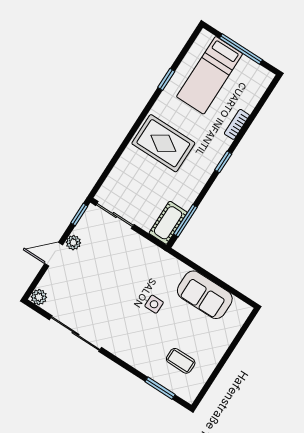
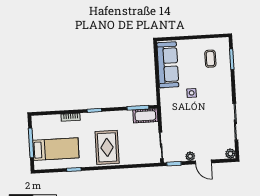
sofa: (205, 295) -> (168, 65), width x1.36

